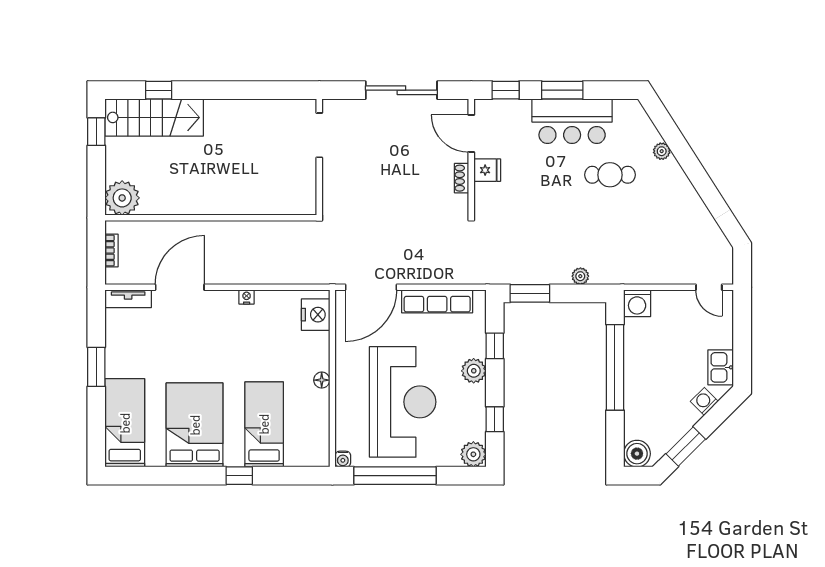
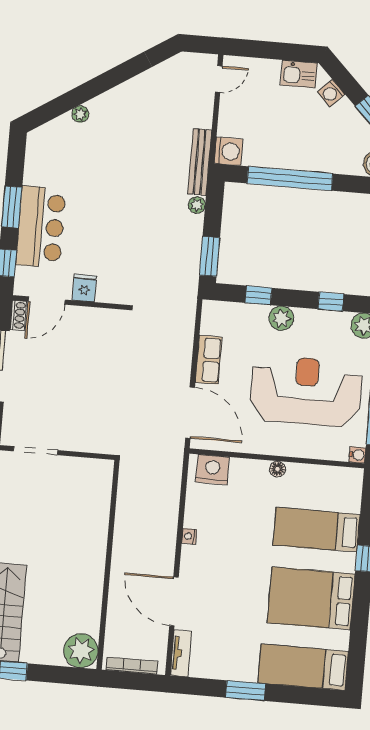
bar counter: (572, 121) -> (41, 227), moved
cafe table: (610, 175) -> (99, 167), removed
shoe rack: (462, 178) -> (18, 315), moved, turned -90
bookcase: (111, 251) -> (132, 666), width x1.56
bench: (624, 275) -> (200, 162), added
row of seats: (437, 301) -> (209, 360), width x0.68

